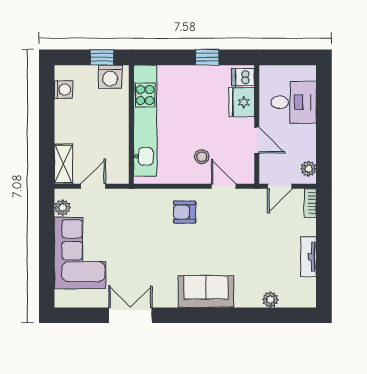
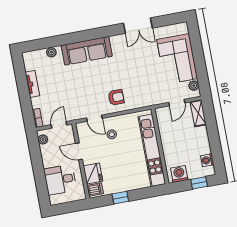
window: (102, 57) -> (199, 183), moved
sofa: (206, 292) -> (87, 51), width x1.36

